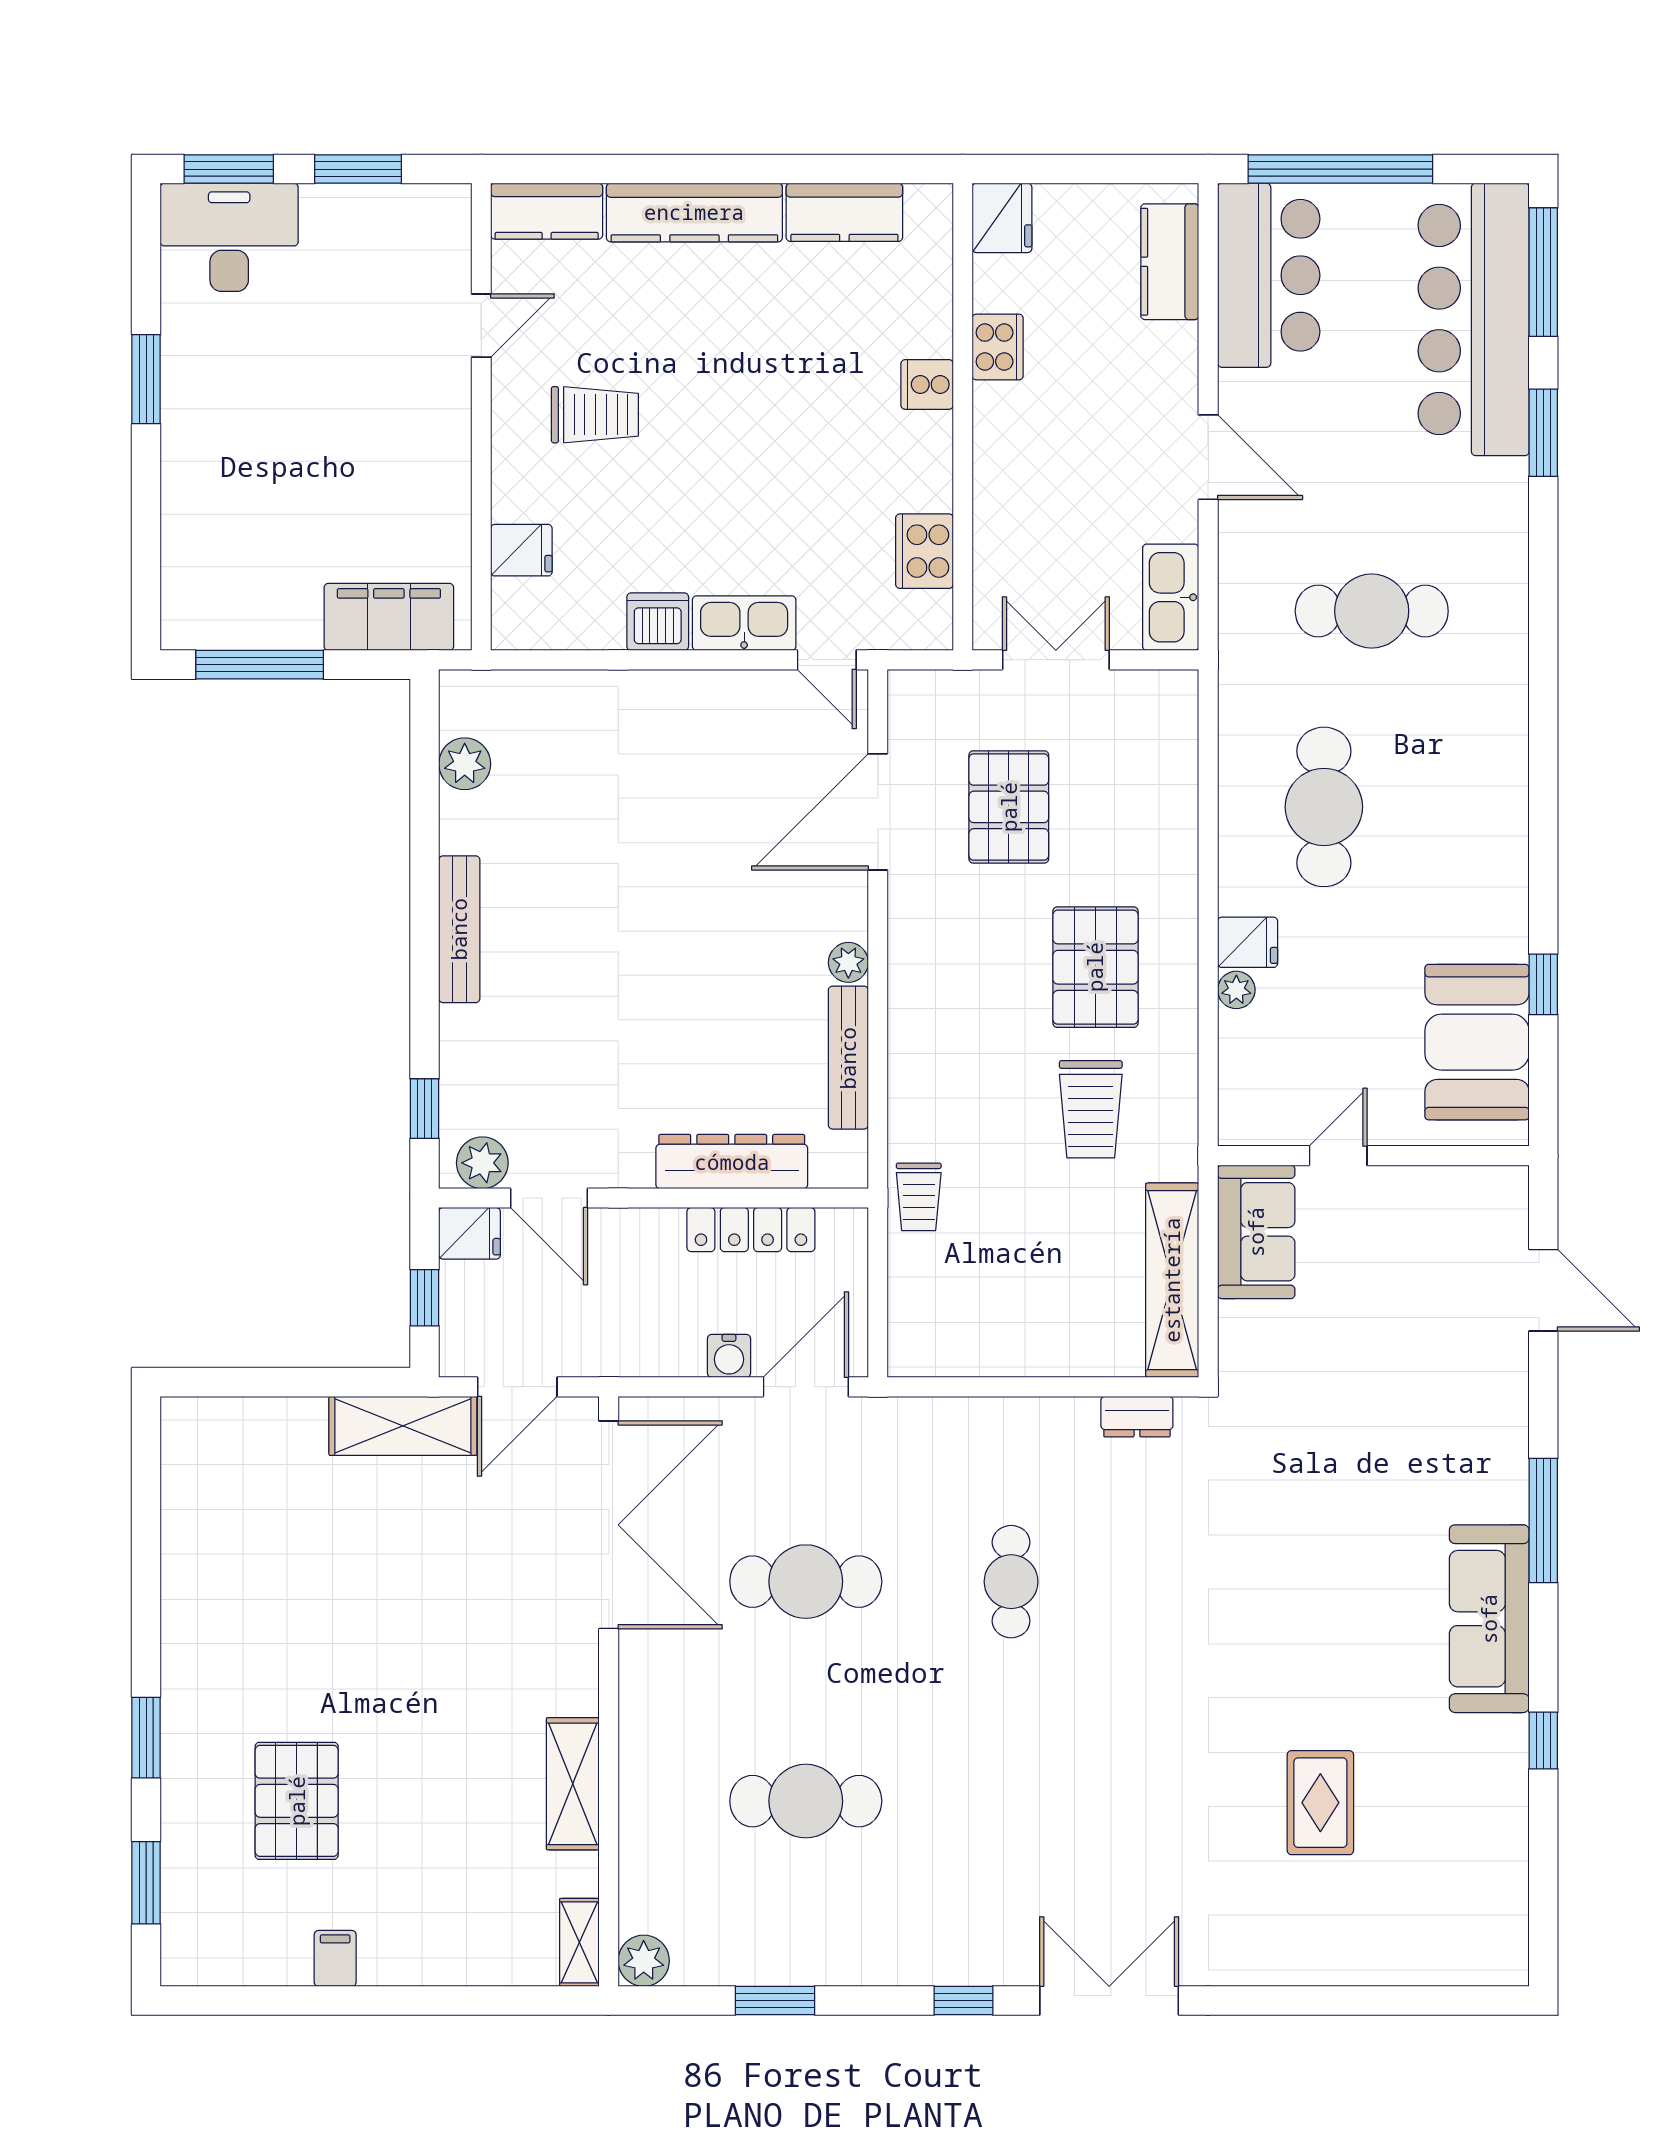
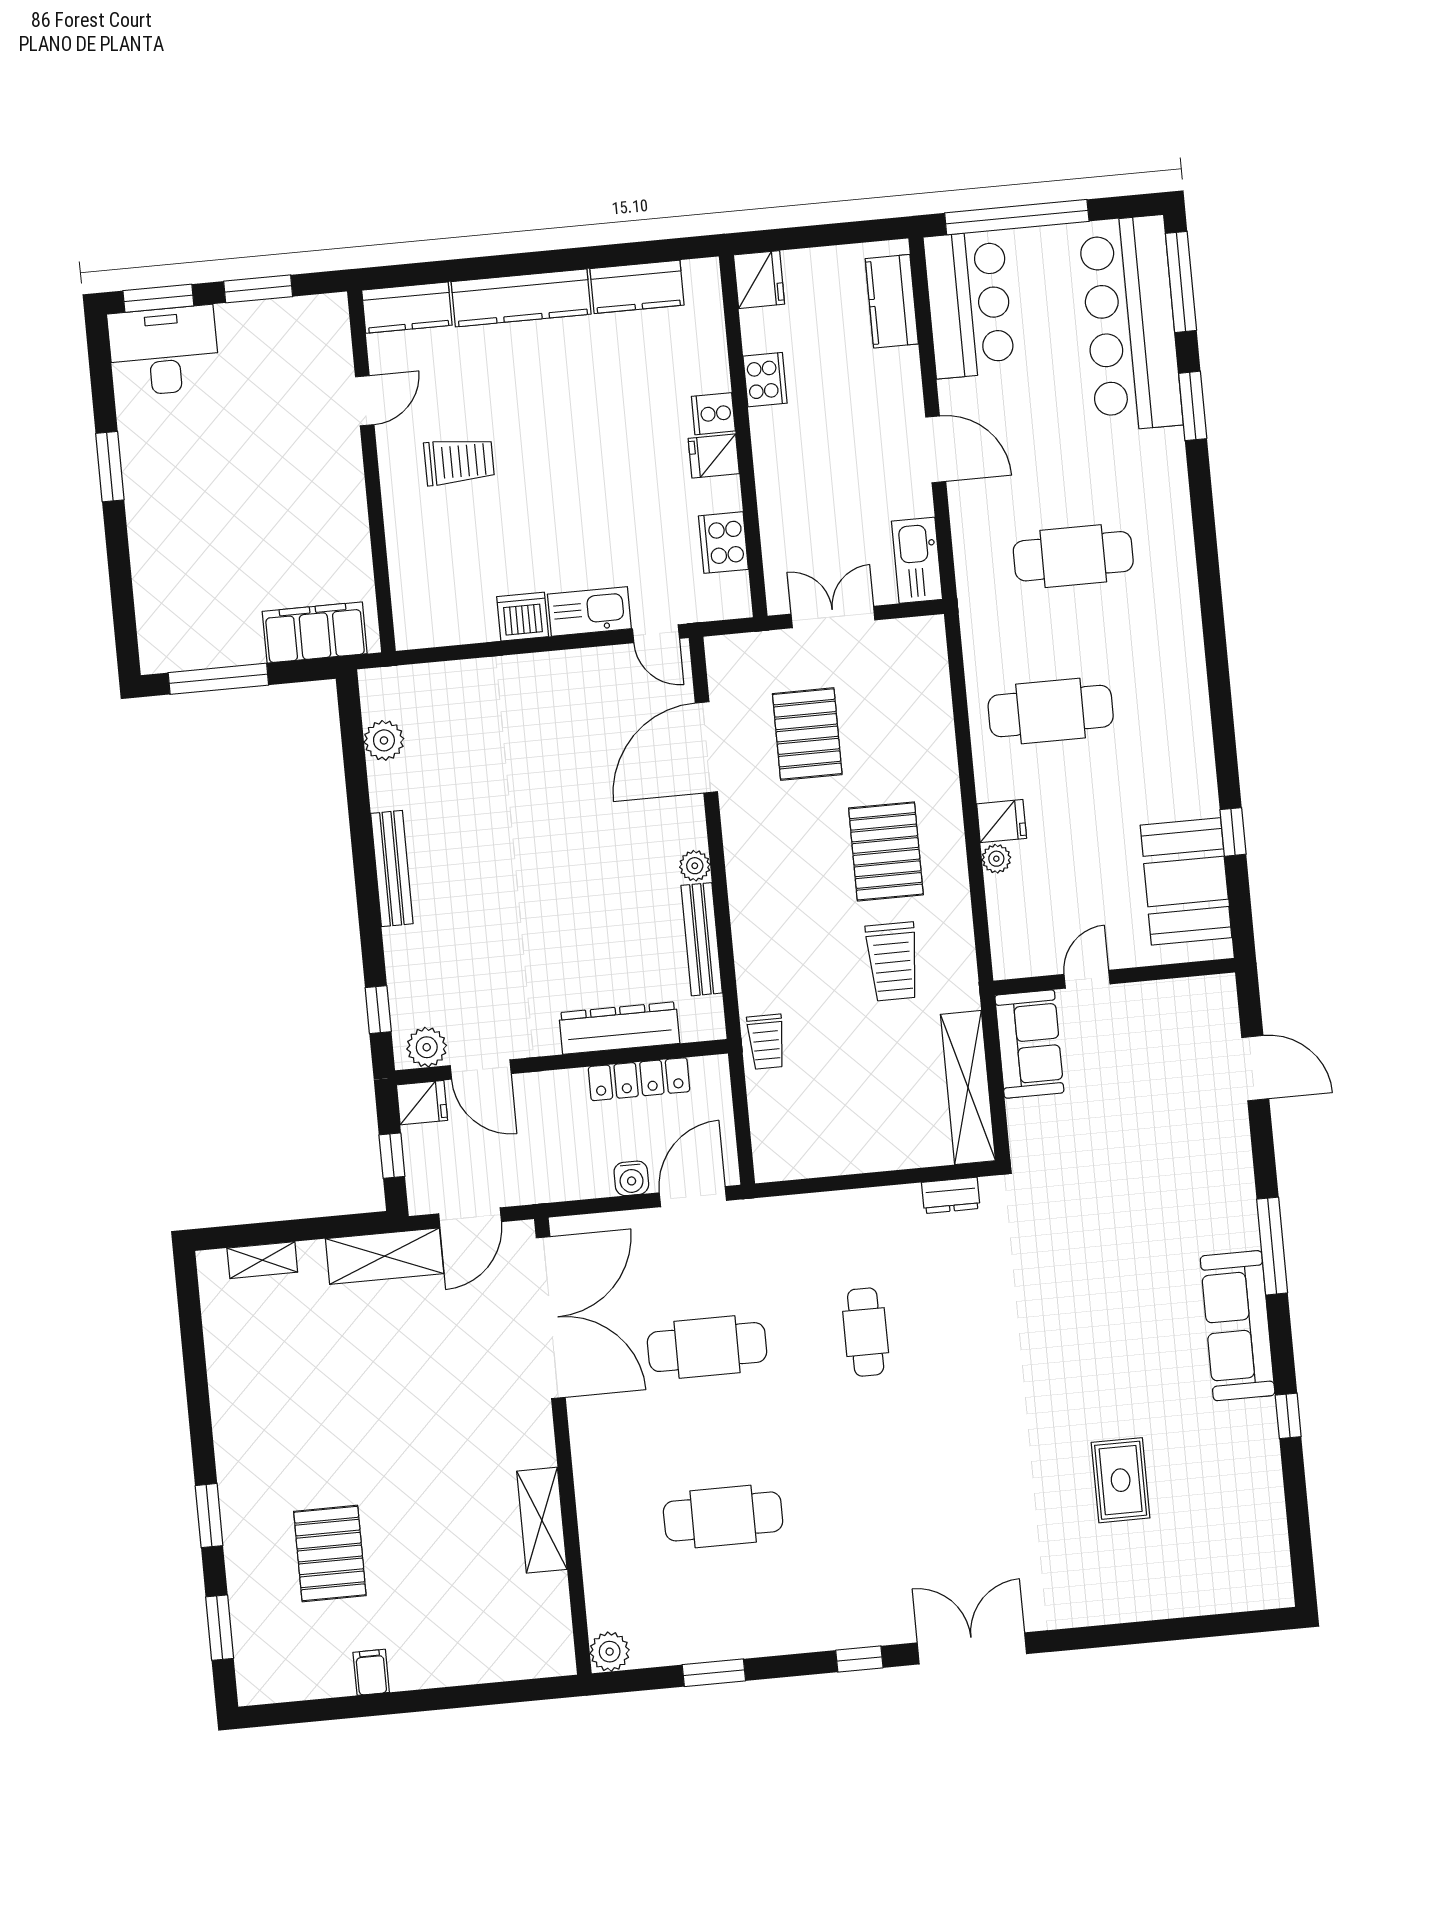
fridge: (521, 550) -> (714, 456), moved, turned 180
cafe table: (1324, 807) -> (1051, 711), turned 90
shelving: (579, 1942) -> (262, 1260), moved, turned 90

